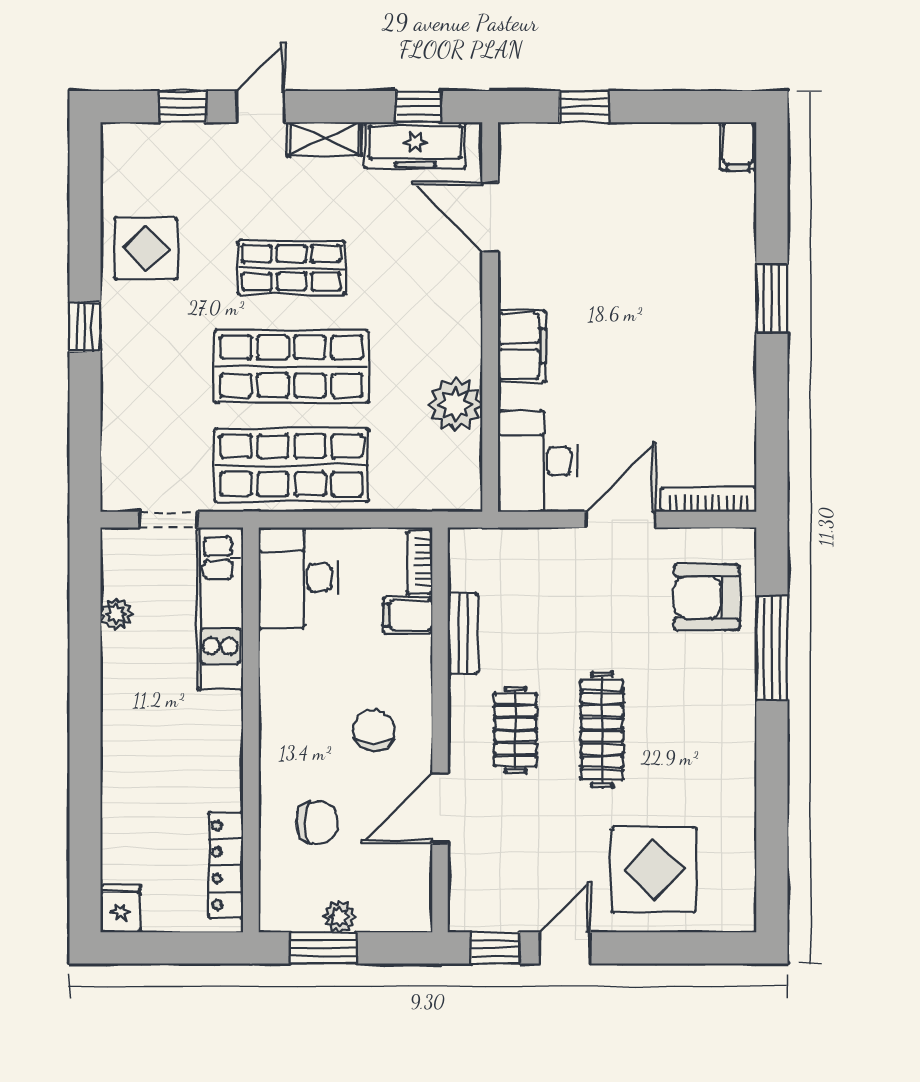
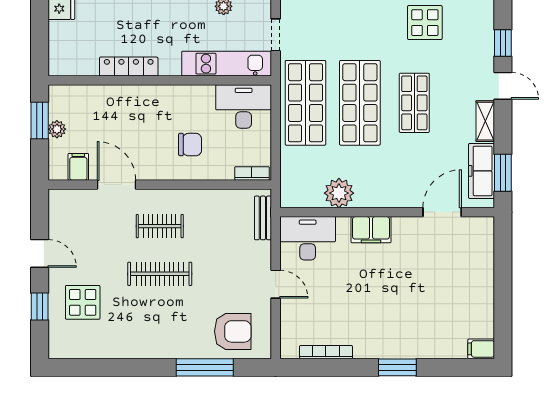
window: (419, 107) -> (503, 173), width x1.50
window: (584, 107) -> (503, 264), removed
bookcase: (709, 500) -> (326, 352), moved, turned -90
door: (621, 520) -> (276, 284), width x0.73
armchair: (707, 597) -> (233, 331), turned 90
filing cabinet: (408, 615) -> (78, 167), moved
bench: (463, 634) -> (263, 218), moved, turned 90
chair: (373, 730) -> (190, 145), moved
chair: (317, 823) -> (109, 117), removed
locker: (226, 865) -> (129, 67), moved
display table: (654, 870) -> (83, 302), width x0.73, depth x0.73
window: (495, 948) -> (40, 306), moved

